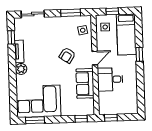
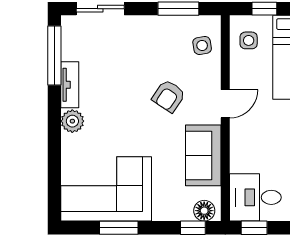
window: (11, 37) -> (54, 56), width x2.17
desk: (110, 79) -> (255, 197), moved
floor lamp: (86, 110) -> (204, 211), added
window: (35, 120) -> (119, 228), moved

